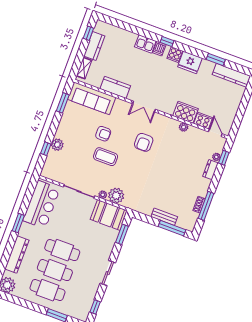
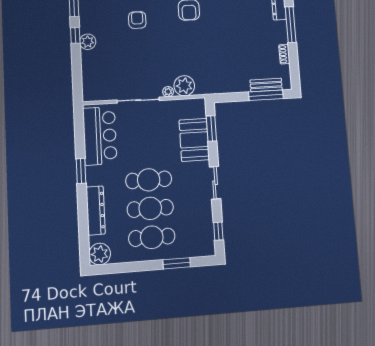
armchair: (103, 134) -> (137, 20), turned -90
plant: (57, 145) -> (88, 42), moved
window: (46, 149) -> (75, 35), moved
coffee table: (106, 157) -> (152, 45), removed
window: (206, 206) -> (291, 25), moved
booth: (109, 215) -> (194, 140), moved, turned 90
bench: (164, 217) -> (266, 85), moved

